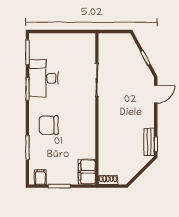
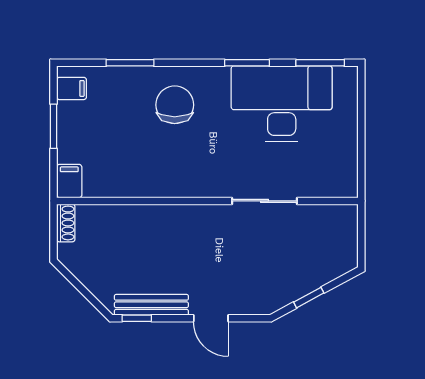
desk: (44, 78) -> (282, 104), width x1.36, depth x1.30
door: (156, 94) -> (211, 318), moved
bench: (149, 142) -> (151, 305), width x1.36
filing cabinet: (87, 172) -> (69, 181), width x0.50

